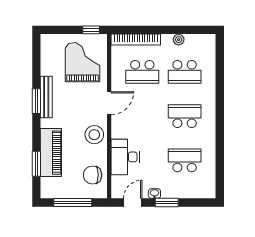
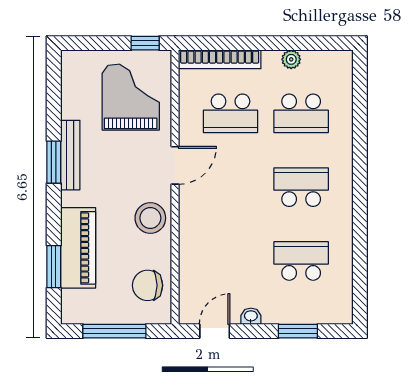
desk: (125, 157) -> (202, 255), removed
window: (167, 202) -> (298, 331), moved

